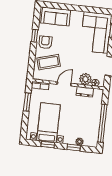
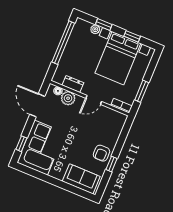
coffee table: (49, 62) -> (104, 130), removed
bed with nightstands: (48, 123) -> (118, 58), width x1.36

